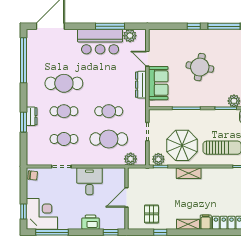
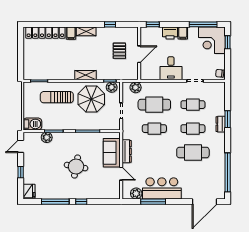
pallet: (151, 214) -> (119, 51), moved
filing cabinet: (76, 222) -> (183, 33), added

